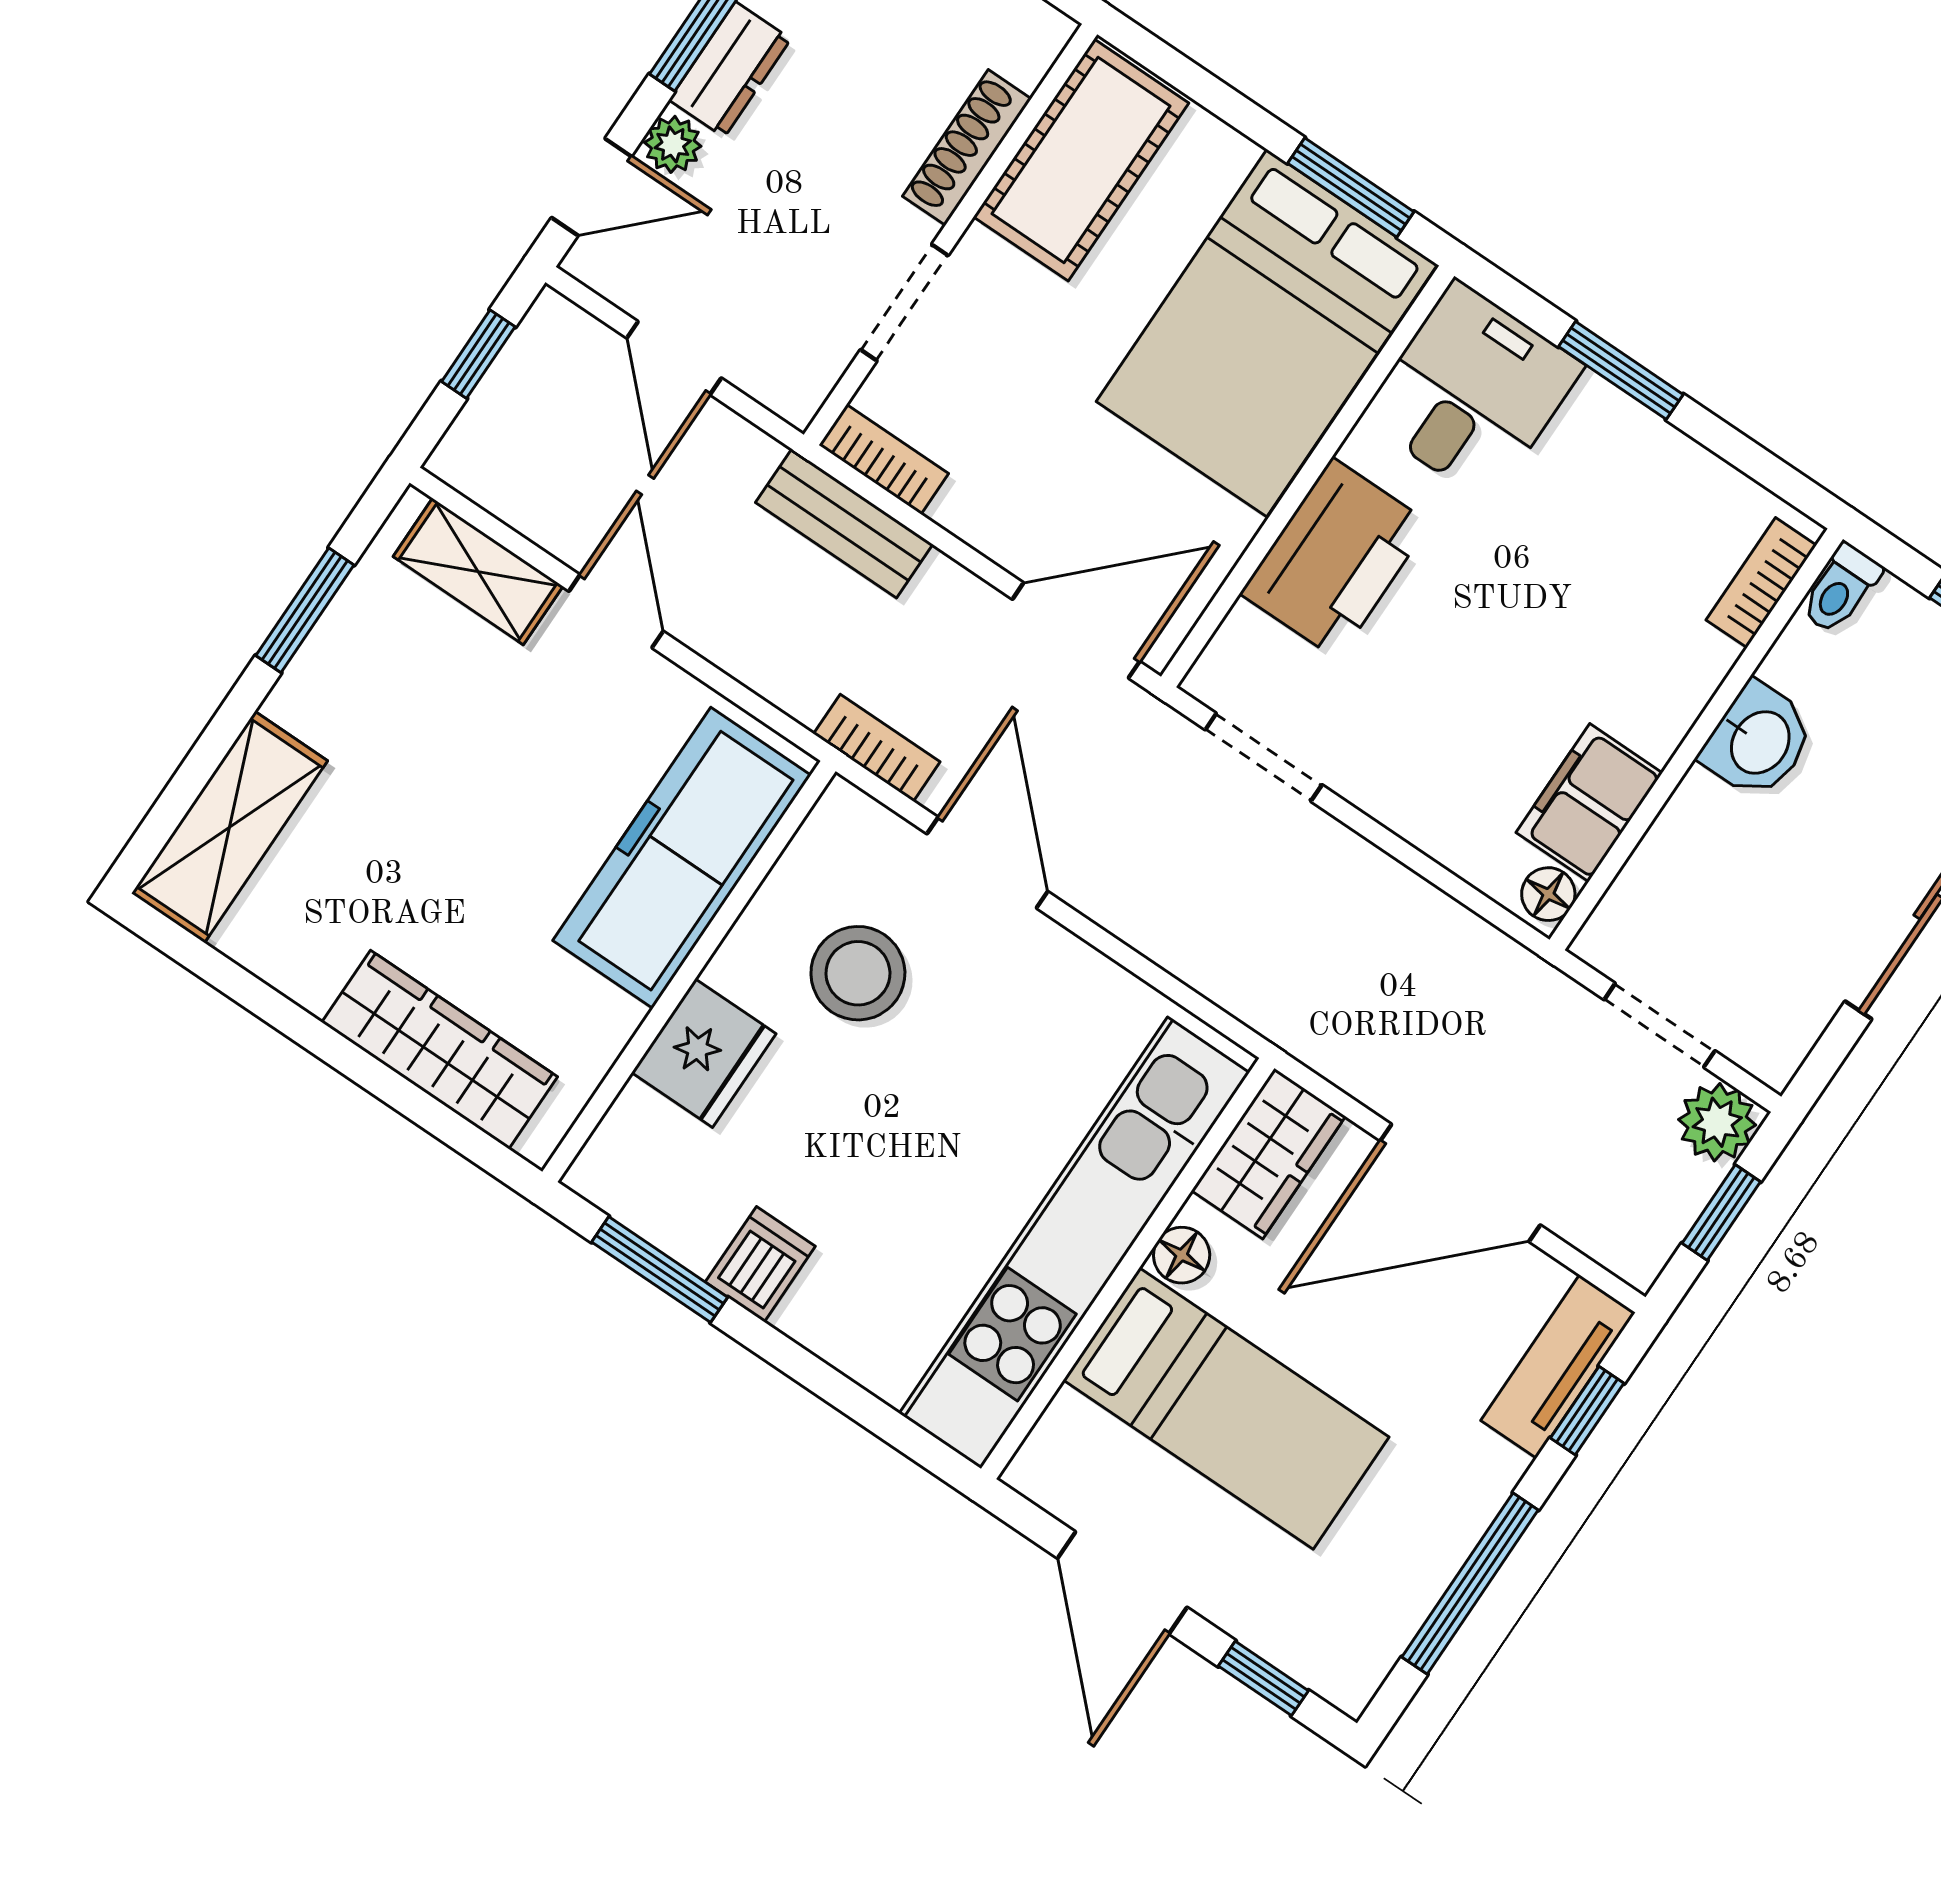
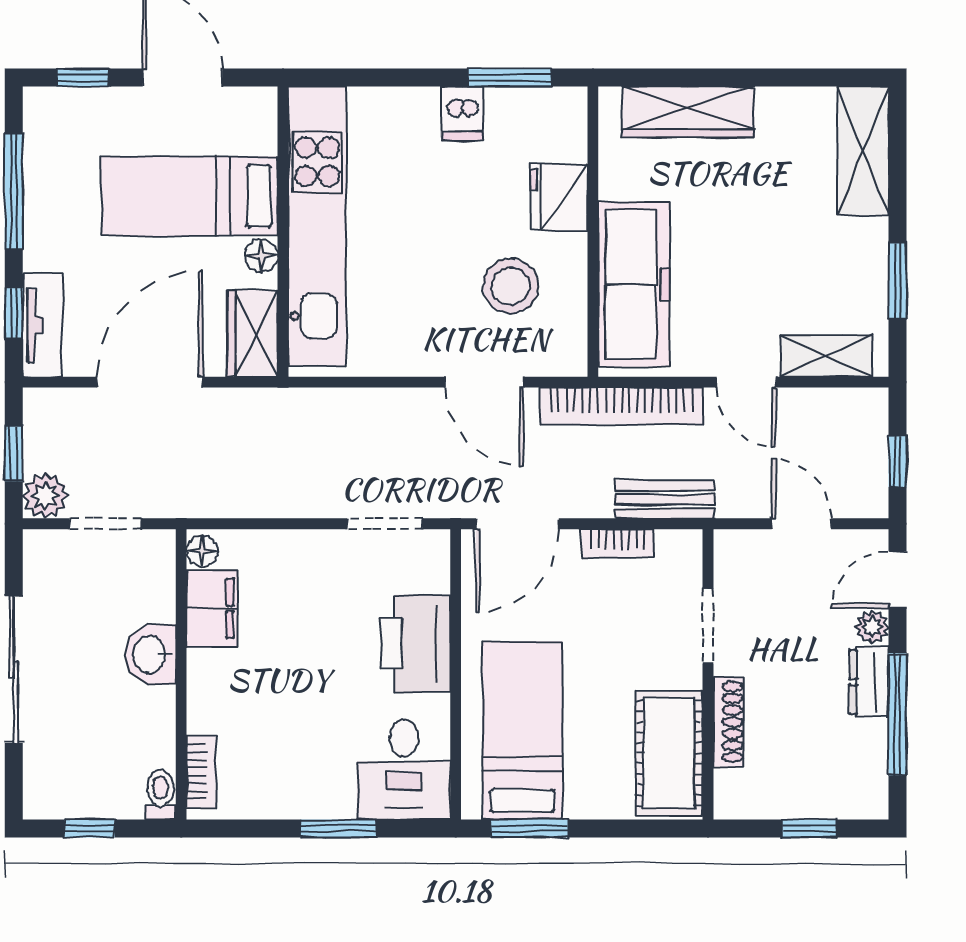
bed: (1267, 333) -> (522, 730), width x0.67
bookcase: (884, 459) -> (618, 544), moved
washbasin: (1758, 741) -> (151, 654), moved
bookcase: (877, 748) -> (622, 406), width x2.31, depth x1.31

